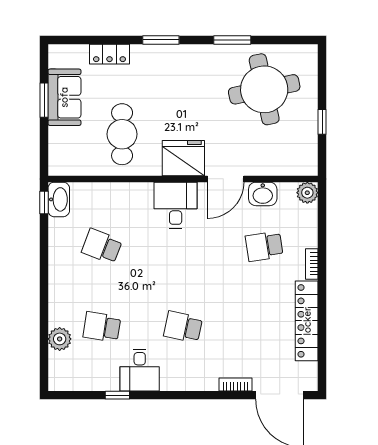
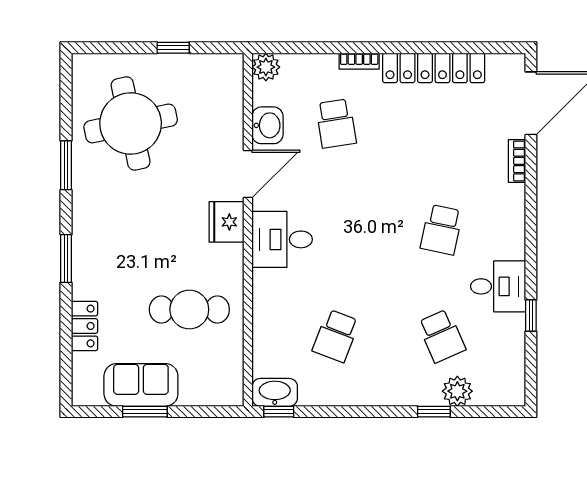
fridge: (183, 158) -> (227, 222), width x0.73, depth x0.75
door: (226, 179) -> (248, 174), hinge flipped
window: (44, 321) -> (434, 412), added
school desk: (102, 327) -> (441, 336), turned -33

